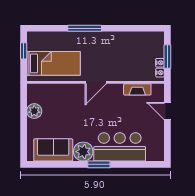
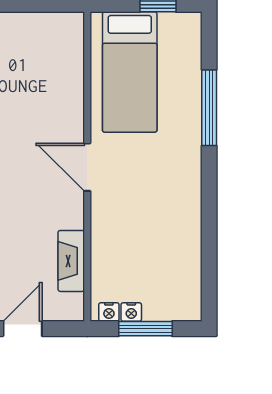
window: (85, 28) -> (209, 108), moved
plant: (34, 111) -> (22, 29), removed

